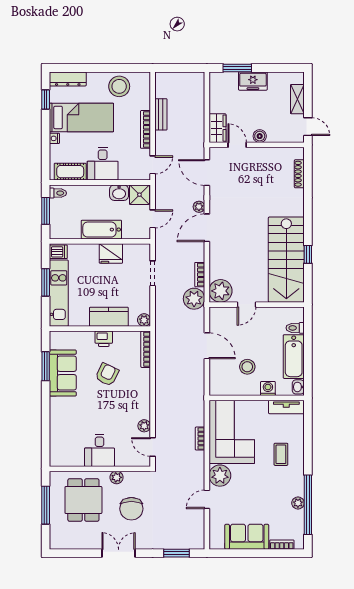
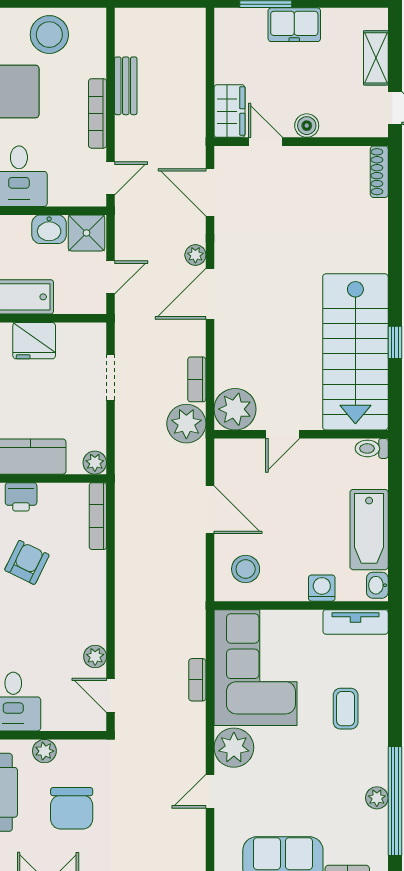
shoe rack: (299, 174) -> (379, 172), moved
toilet: (295, 328) -> (372, 448), moved
stool: (247, 367) -> (246, 569), moved

